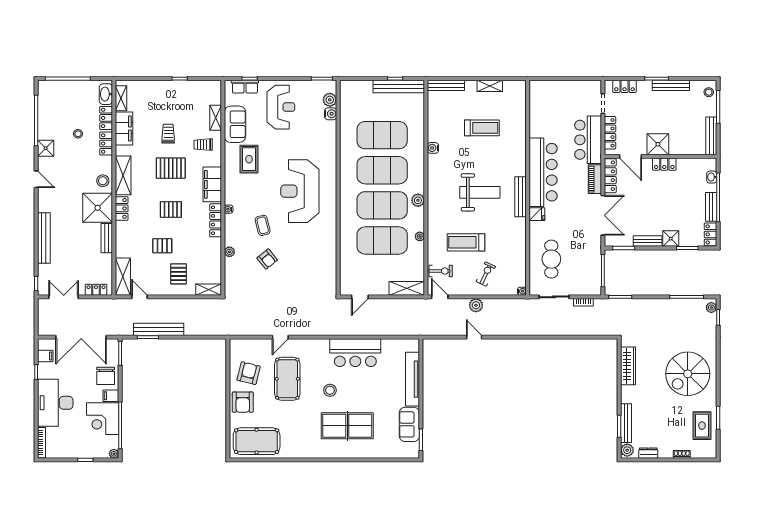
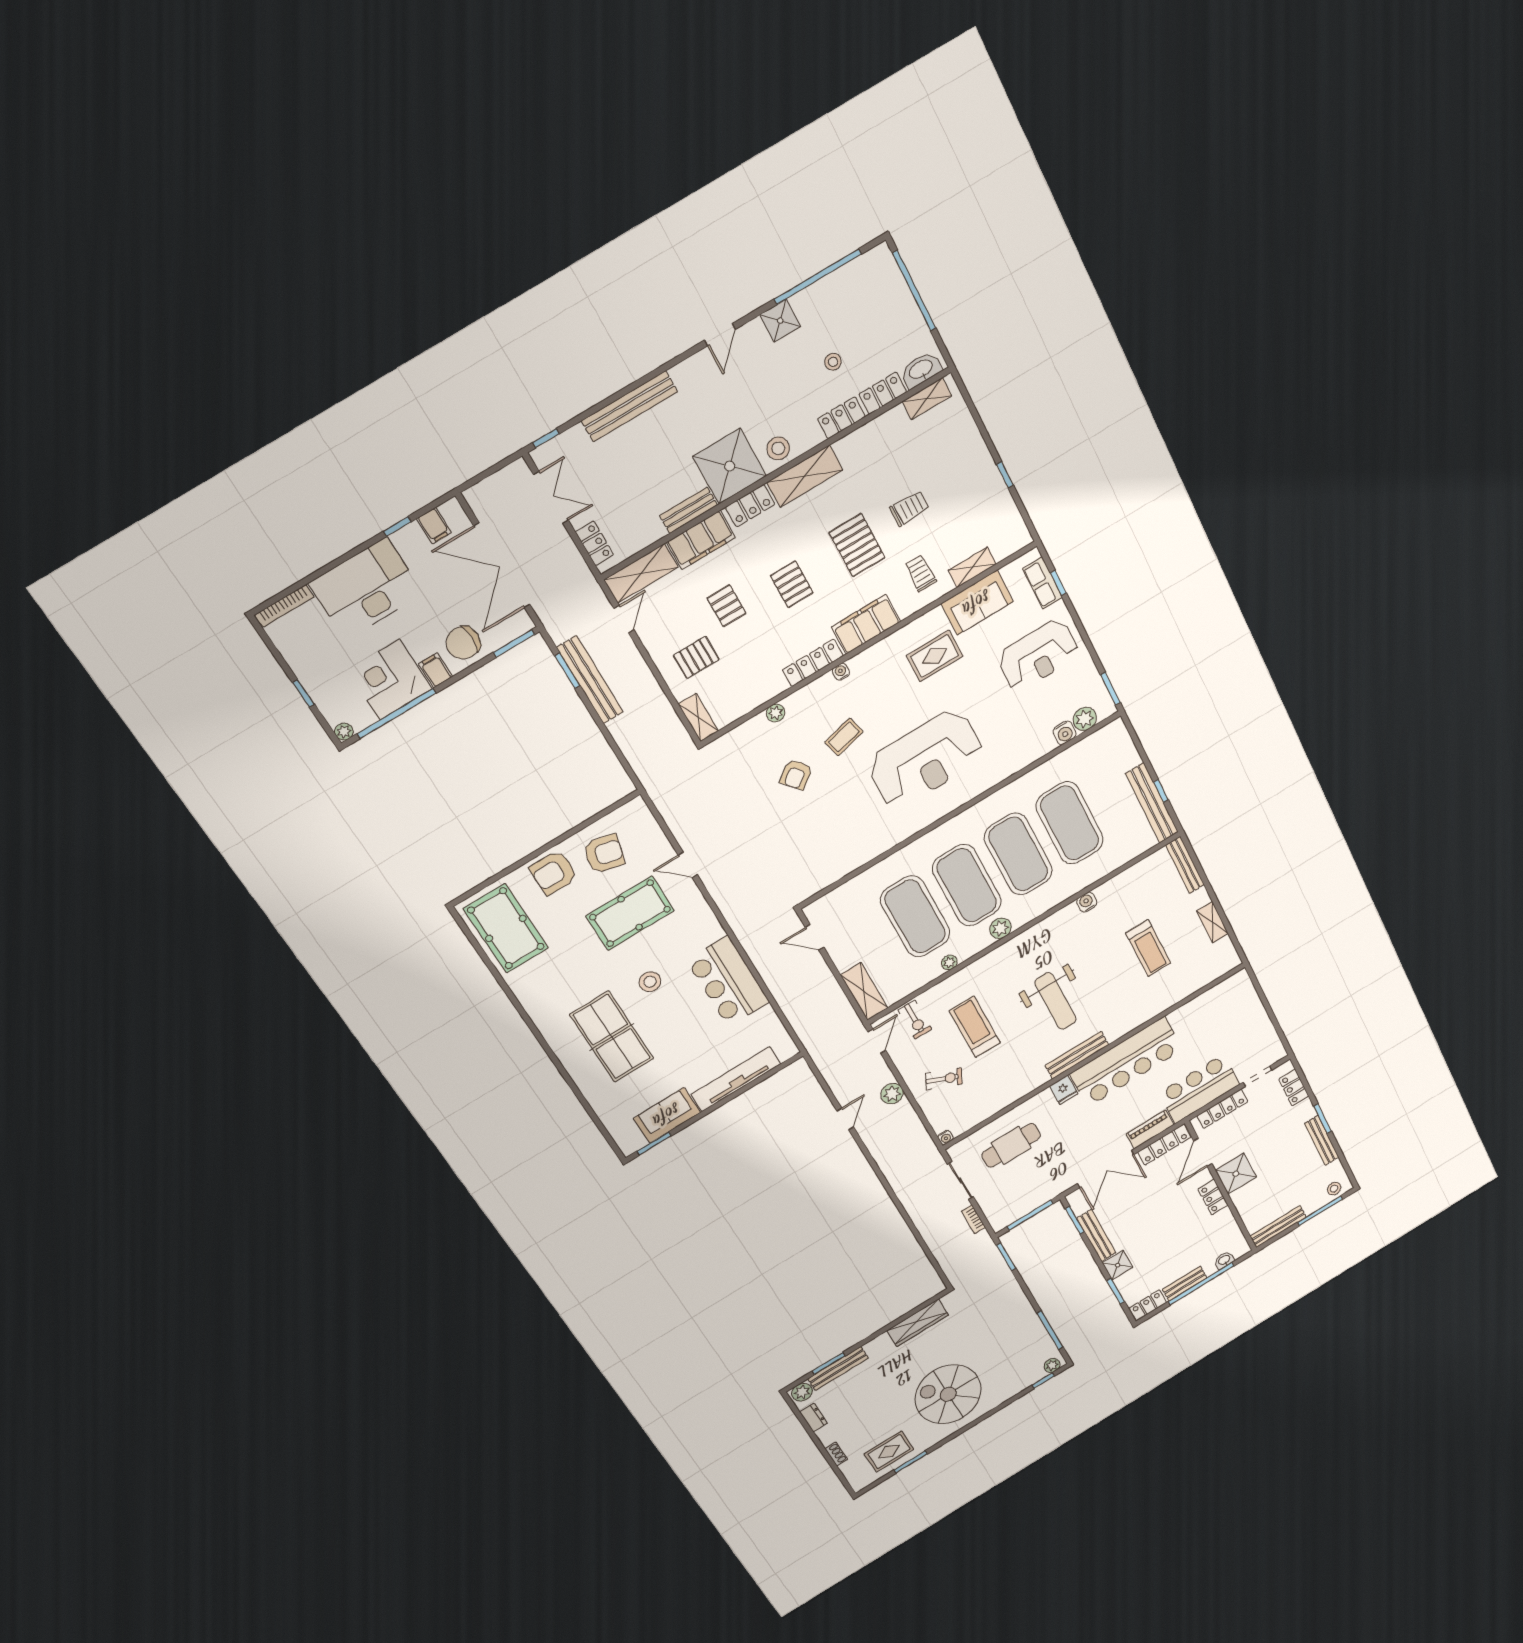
filing cabinet: (124, 128) -> (701, 540), moved
reception desk: (300, 191) -> (926, 759), turned 180
bench: (648, 241) -> (1096, 1236), width x1.36

